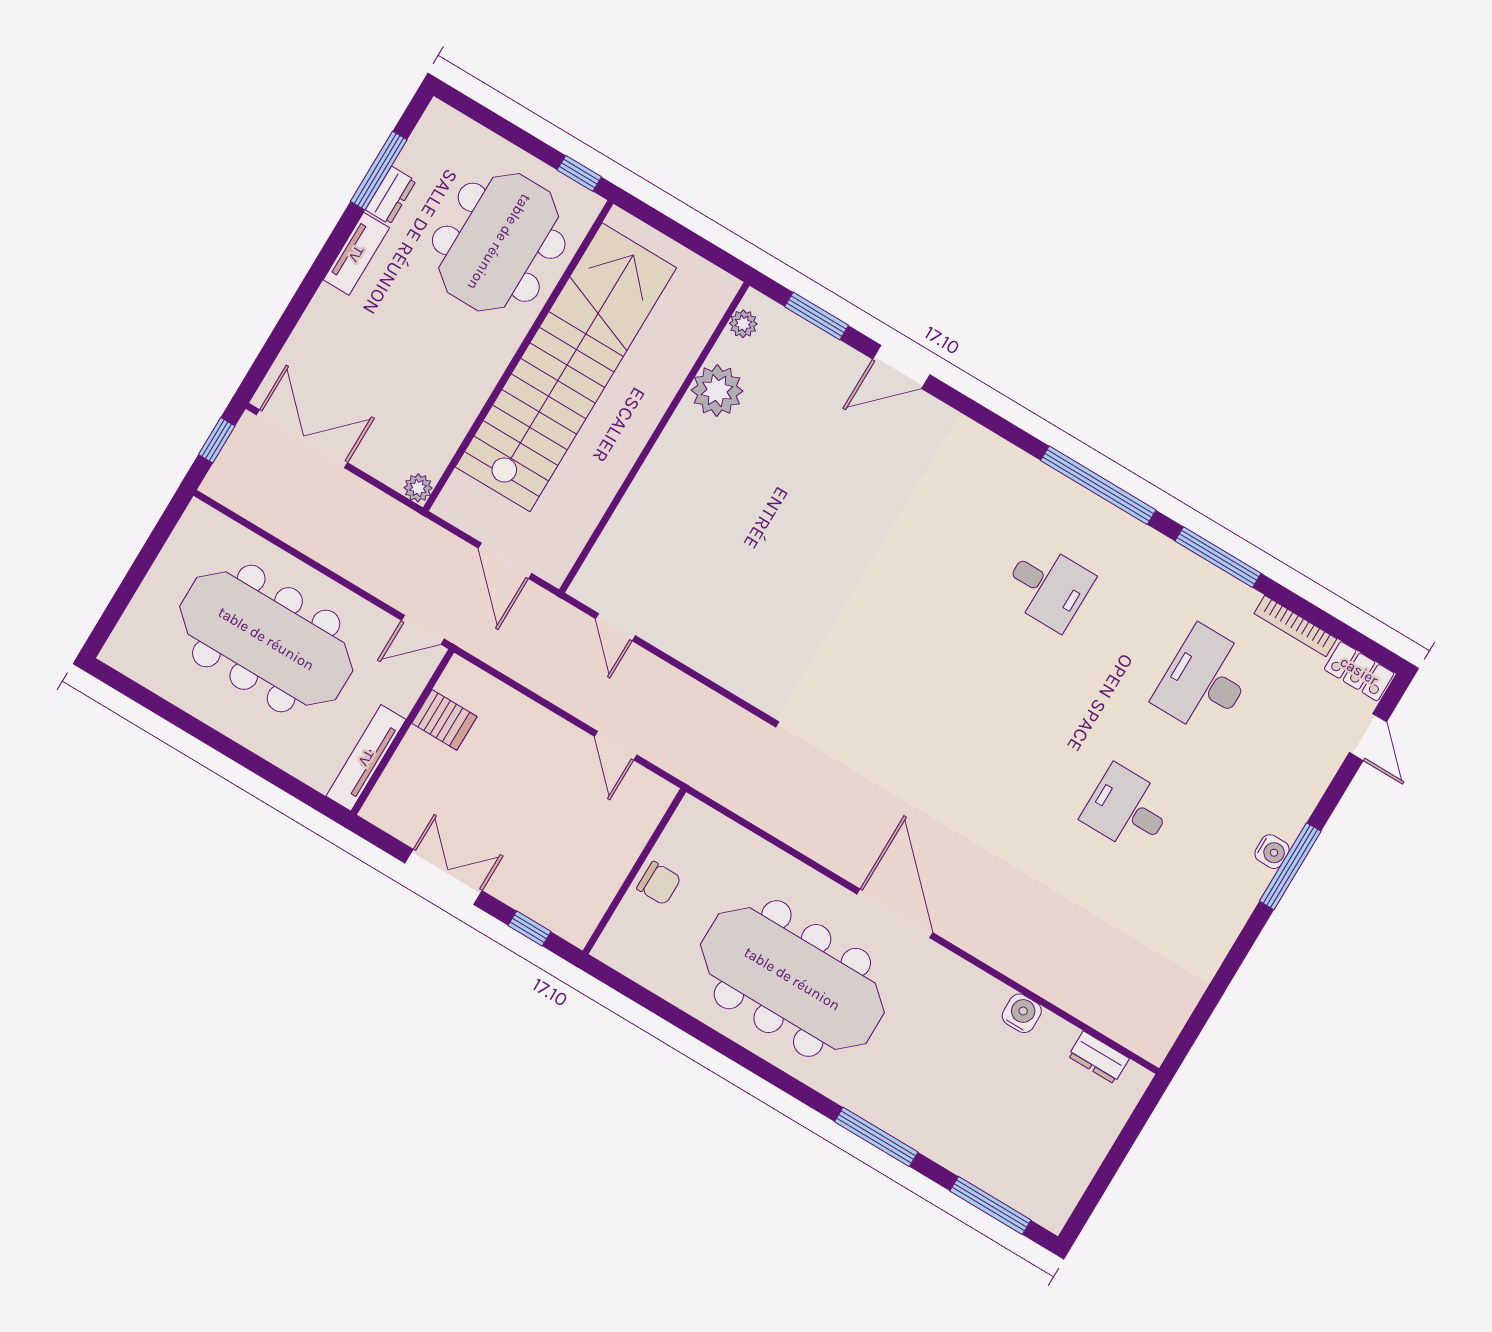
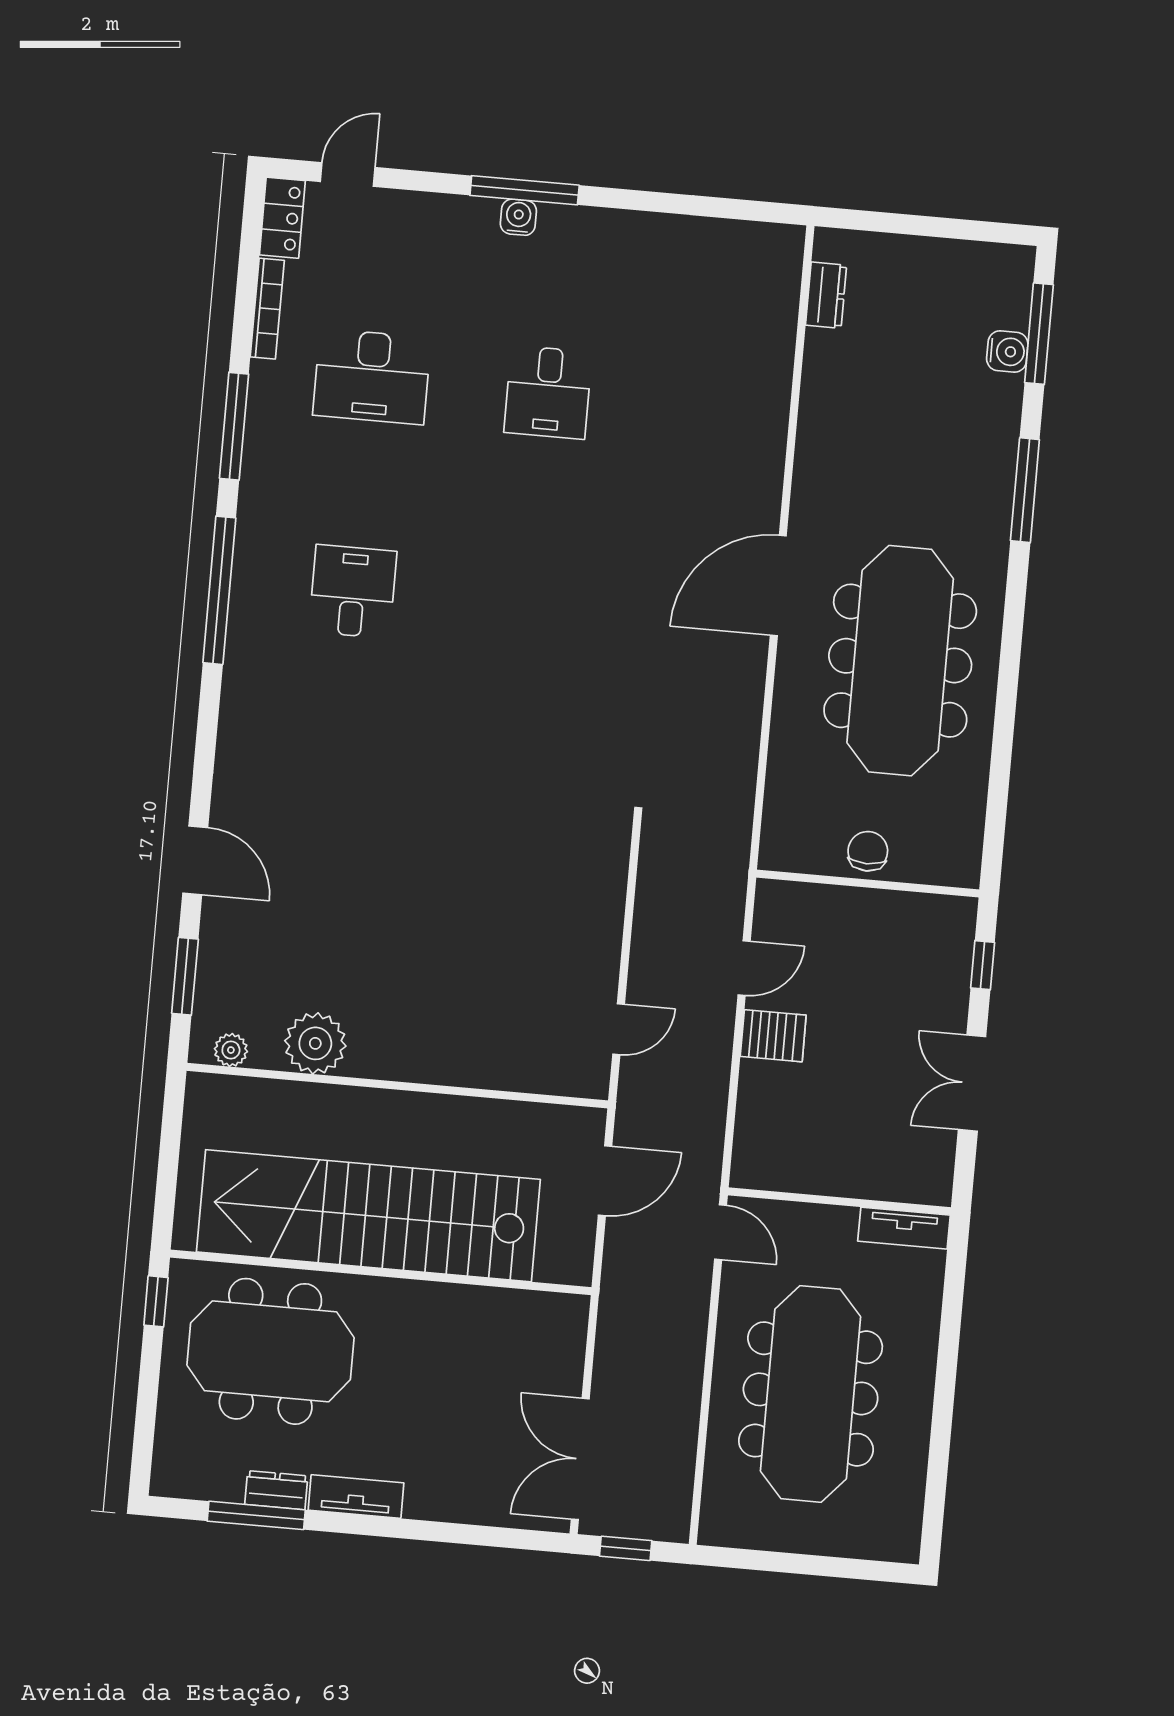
plant: (418, 488) -> (573, 1310), removed
server rack: (444, 720) -> (773, 1036), moved, turned 90
tv unit: (366, 758) -> (904, 1228), width x0.71
water cooler: (1022, 1013) -> (1007, 352), moved, turned 180

